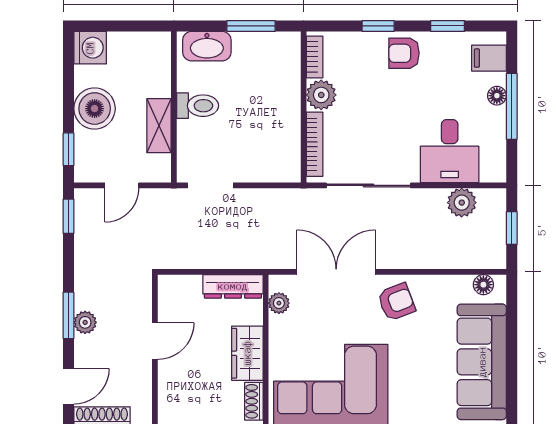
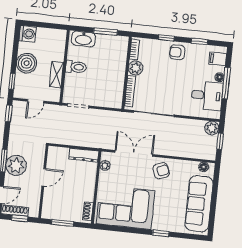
desk: (450, 151) -> (207, 96), moved, turned -90
plant: (462, 203) -> (212, 128), moved
plant: (85, 322) -> (16, 165), width x1.87, depth x1.87
wardrobe: (247, 353) -> (87, 188), removed

